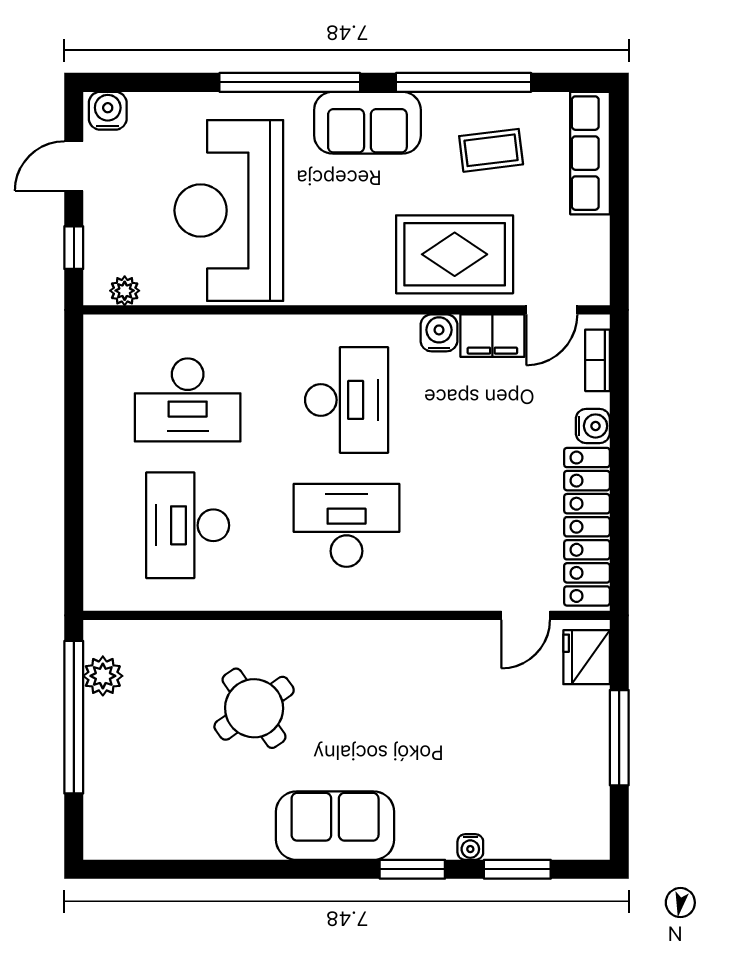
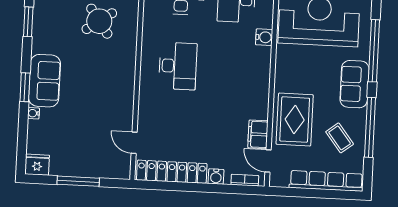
coffee table: (491, 150) -> (340, 138), turned -31
row of seats: (590, 153) -> (326, 181), width x1.36
water cooler: (439, 333) -> (264, 37), moved
desk: (347, 400) -> (233, 69), removed
fridge: (587, 657) -> (37, 165), moved
sofa: (335, 826) -> (44, 81), moved
window: (517, 869) -> (28, 22), moved

